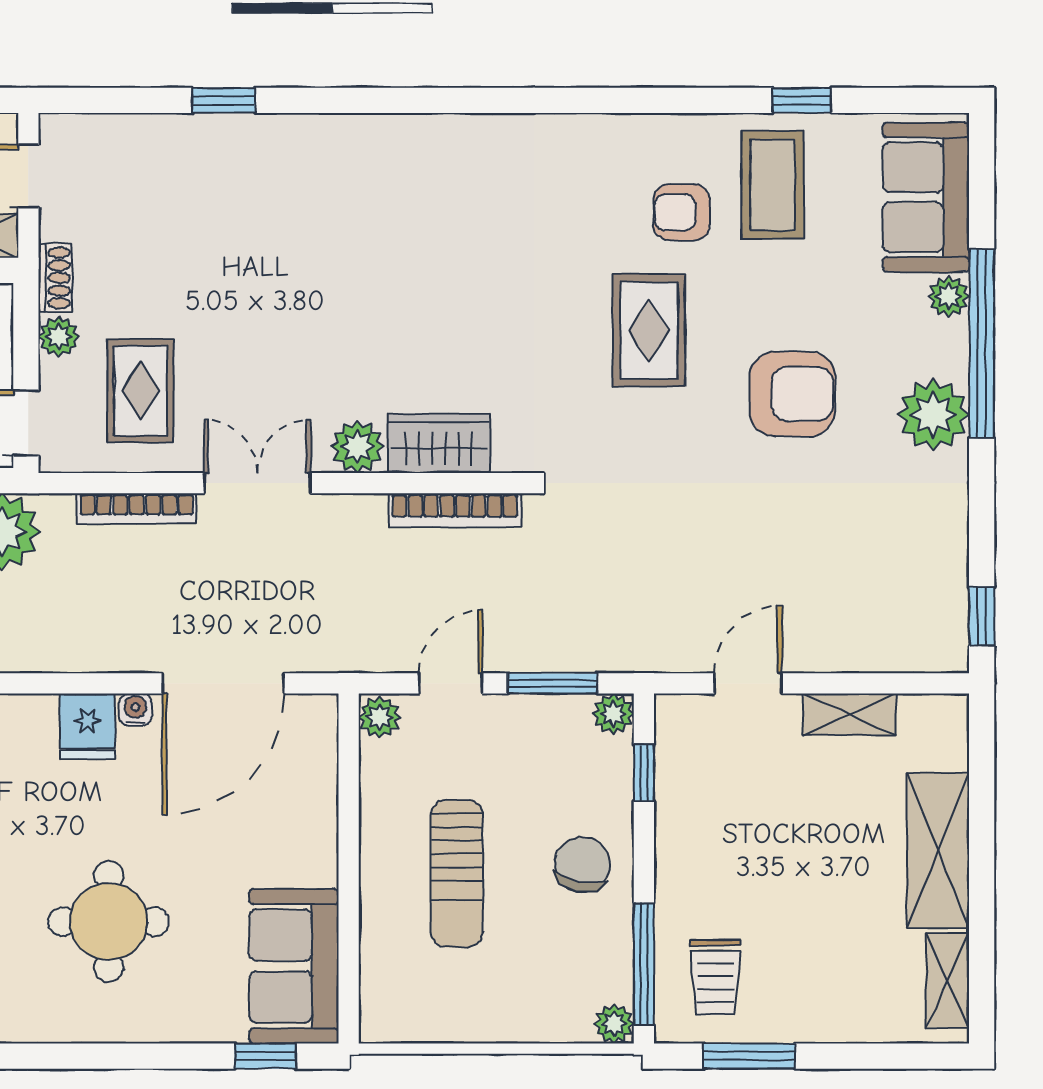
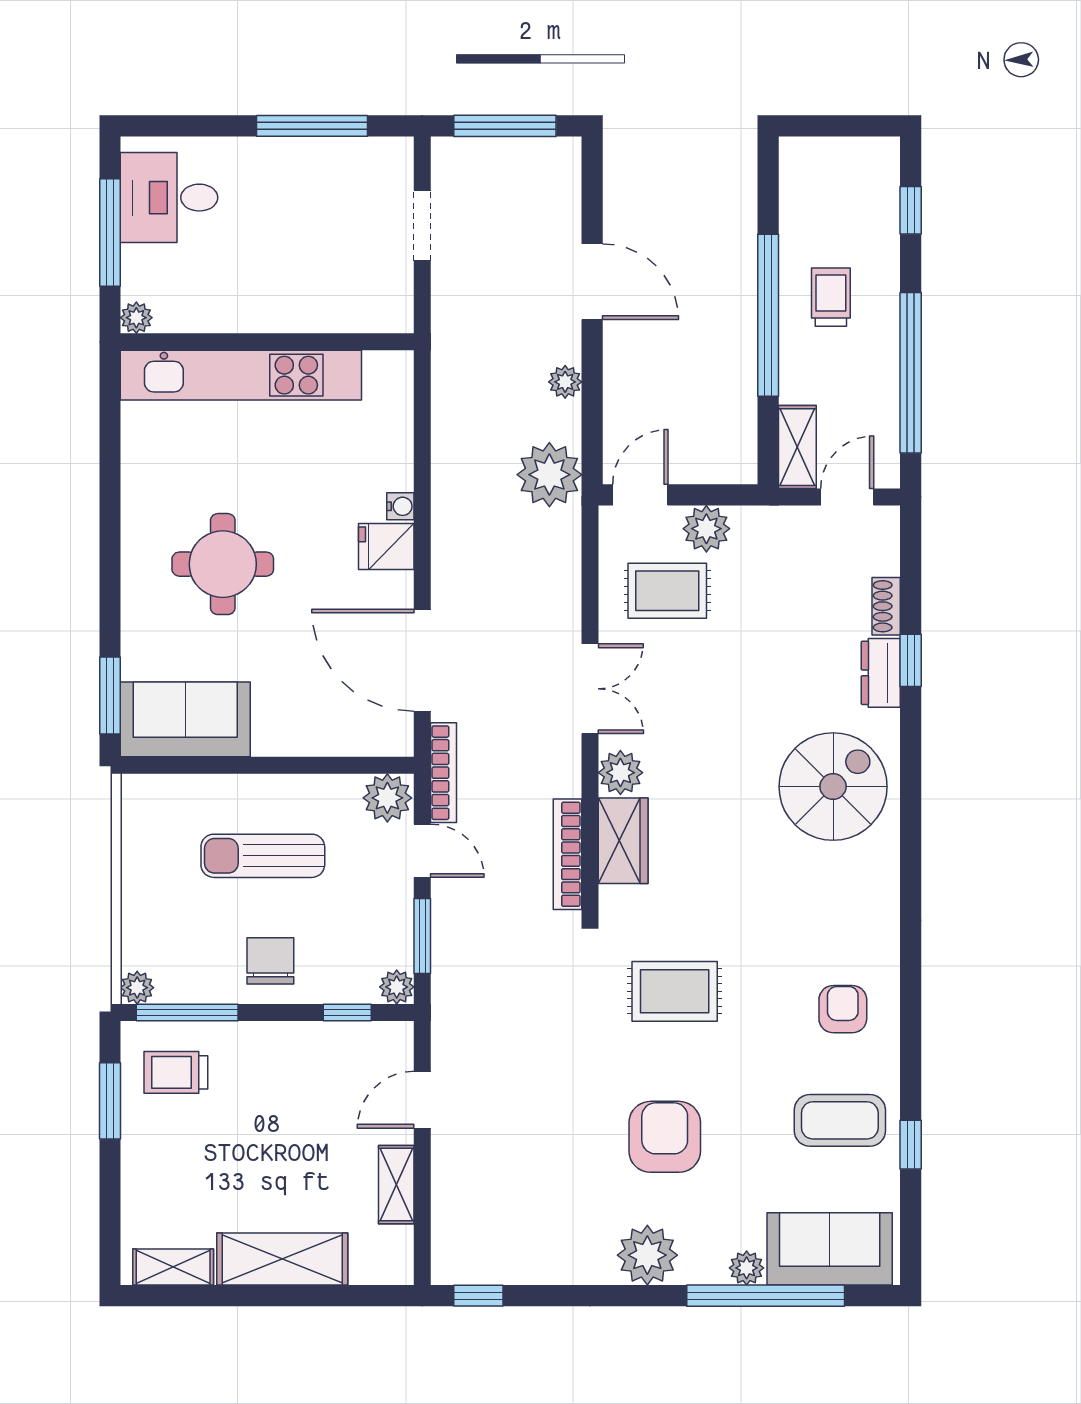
dresser: (238, 136) -> (881, 673), added
spiral stairs: (374, 193) -> (833, 787), added
armchair: (682, 212) -> (843, 1009), moved
shoe rack: (55, 278) -> (886, 606), moved, turned 90
rug: (649, 330) -> (675, 991), moved
plant: (59, 337) -> (706, 529), width x1.38, depth x1.38
window: (982, 344) -> (766, 1296), moved
armchair: (792, 394) -> (665, 1137), turned 180
bookcase: (137, 508) -> (444, 773), moved, turned 180
door: (748, 683) -> (422, 1100), swing flipped
water cooler: (135, 709) -> (400, 506), moved
plant: (380, 717) -> (387, 798), width x1.38, depth x1.38
chair: (582, 865) -> (270, 961), turned -101
window: (265, 1056) -> (110, 695), width x1.50

